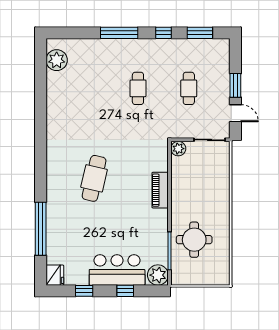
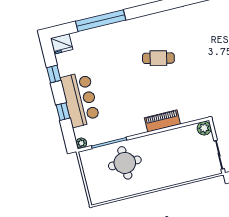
cafe table: (94, 178) -> (158, 58), width x0.73, depth x0.74
plant: (158, 275) -> (81, 143), width x0.53, depth x0.53

